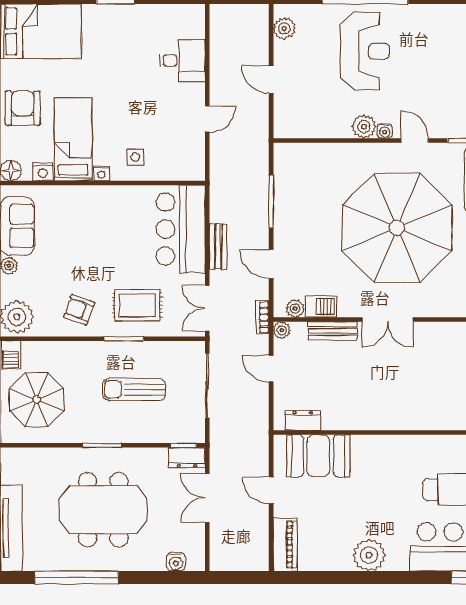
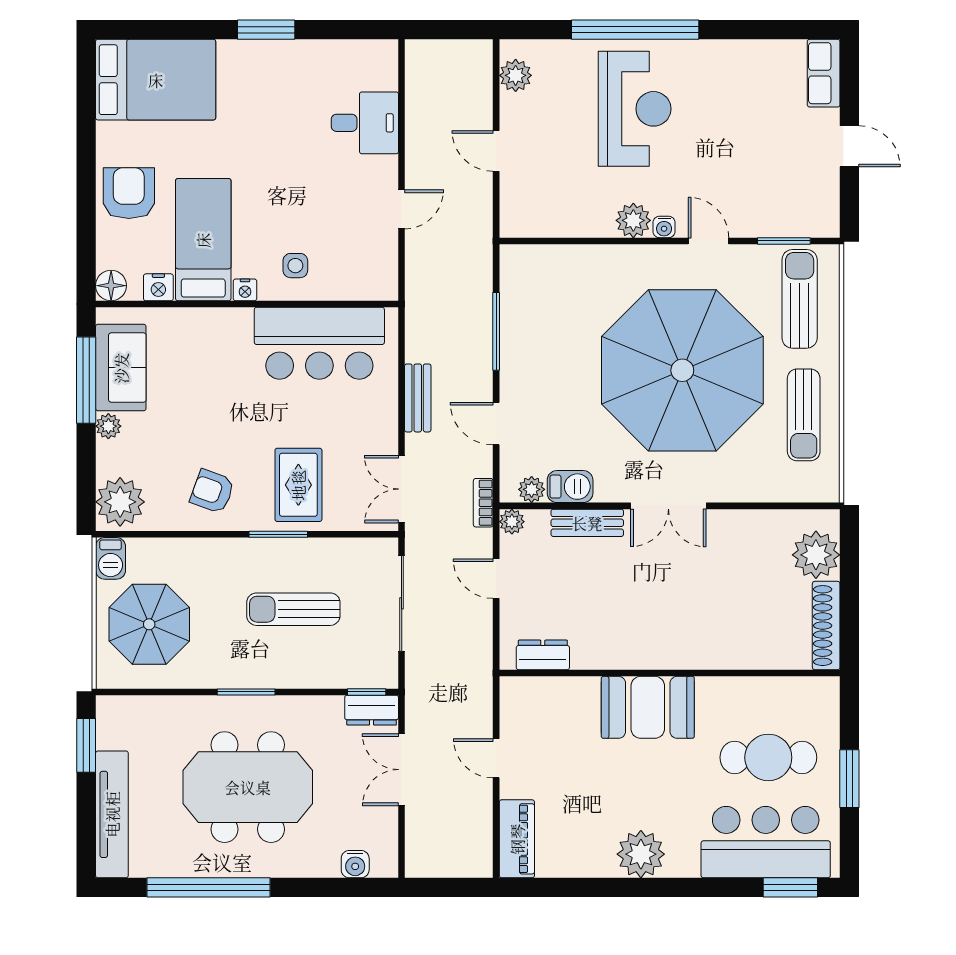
bar counter: (181, 229) -> (319, 343), moved, turned -90
rug: (137, 305) -> (298, 485), turned 90
booth: (318, 456) -> (648, 707), moved

